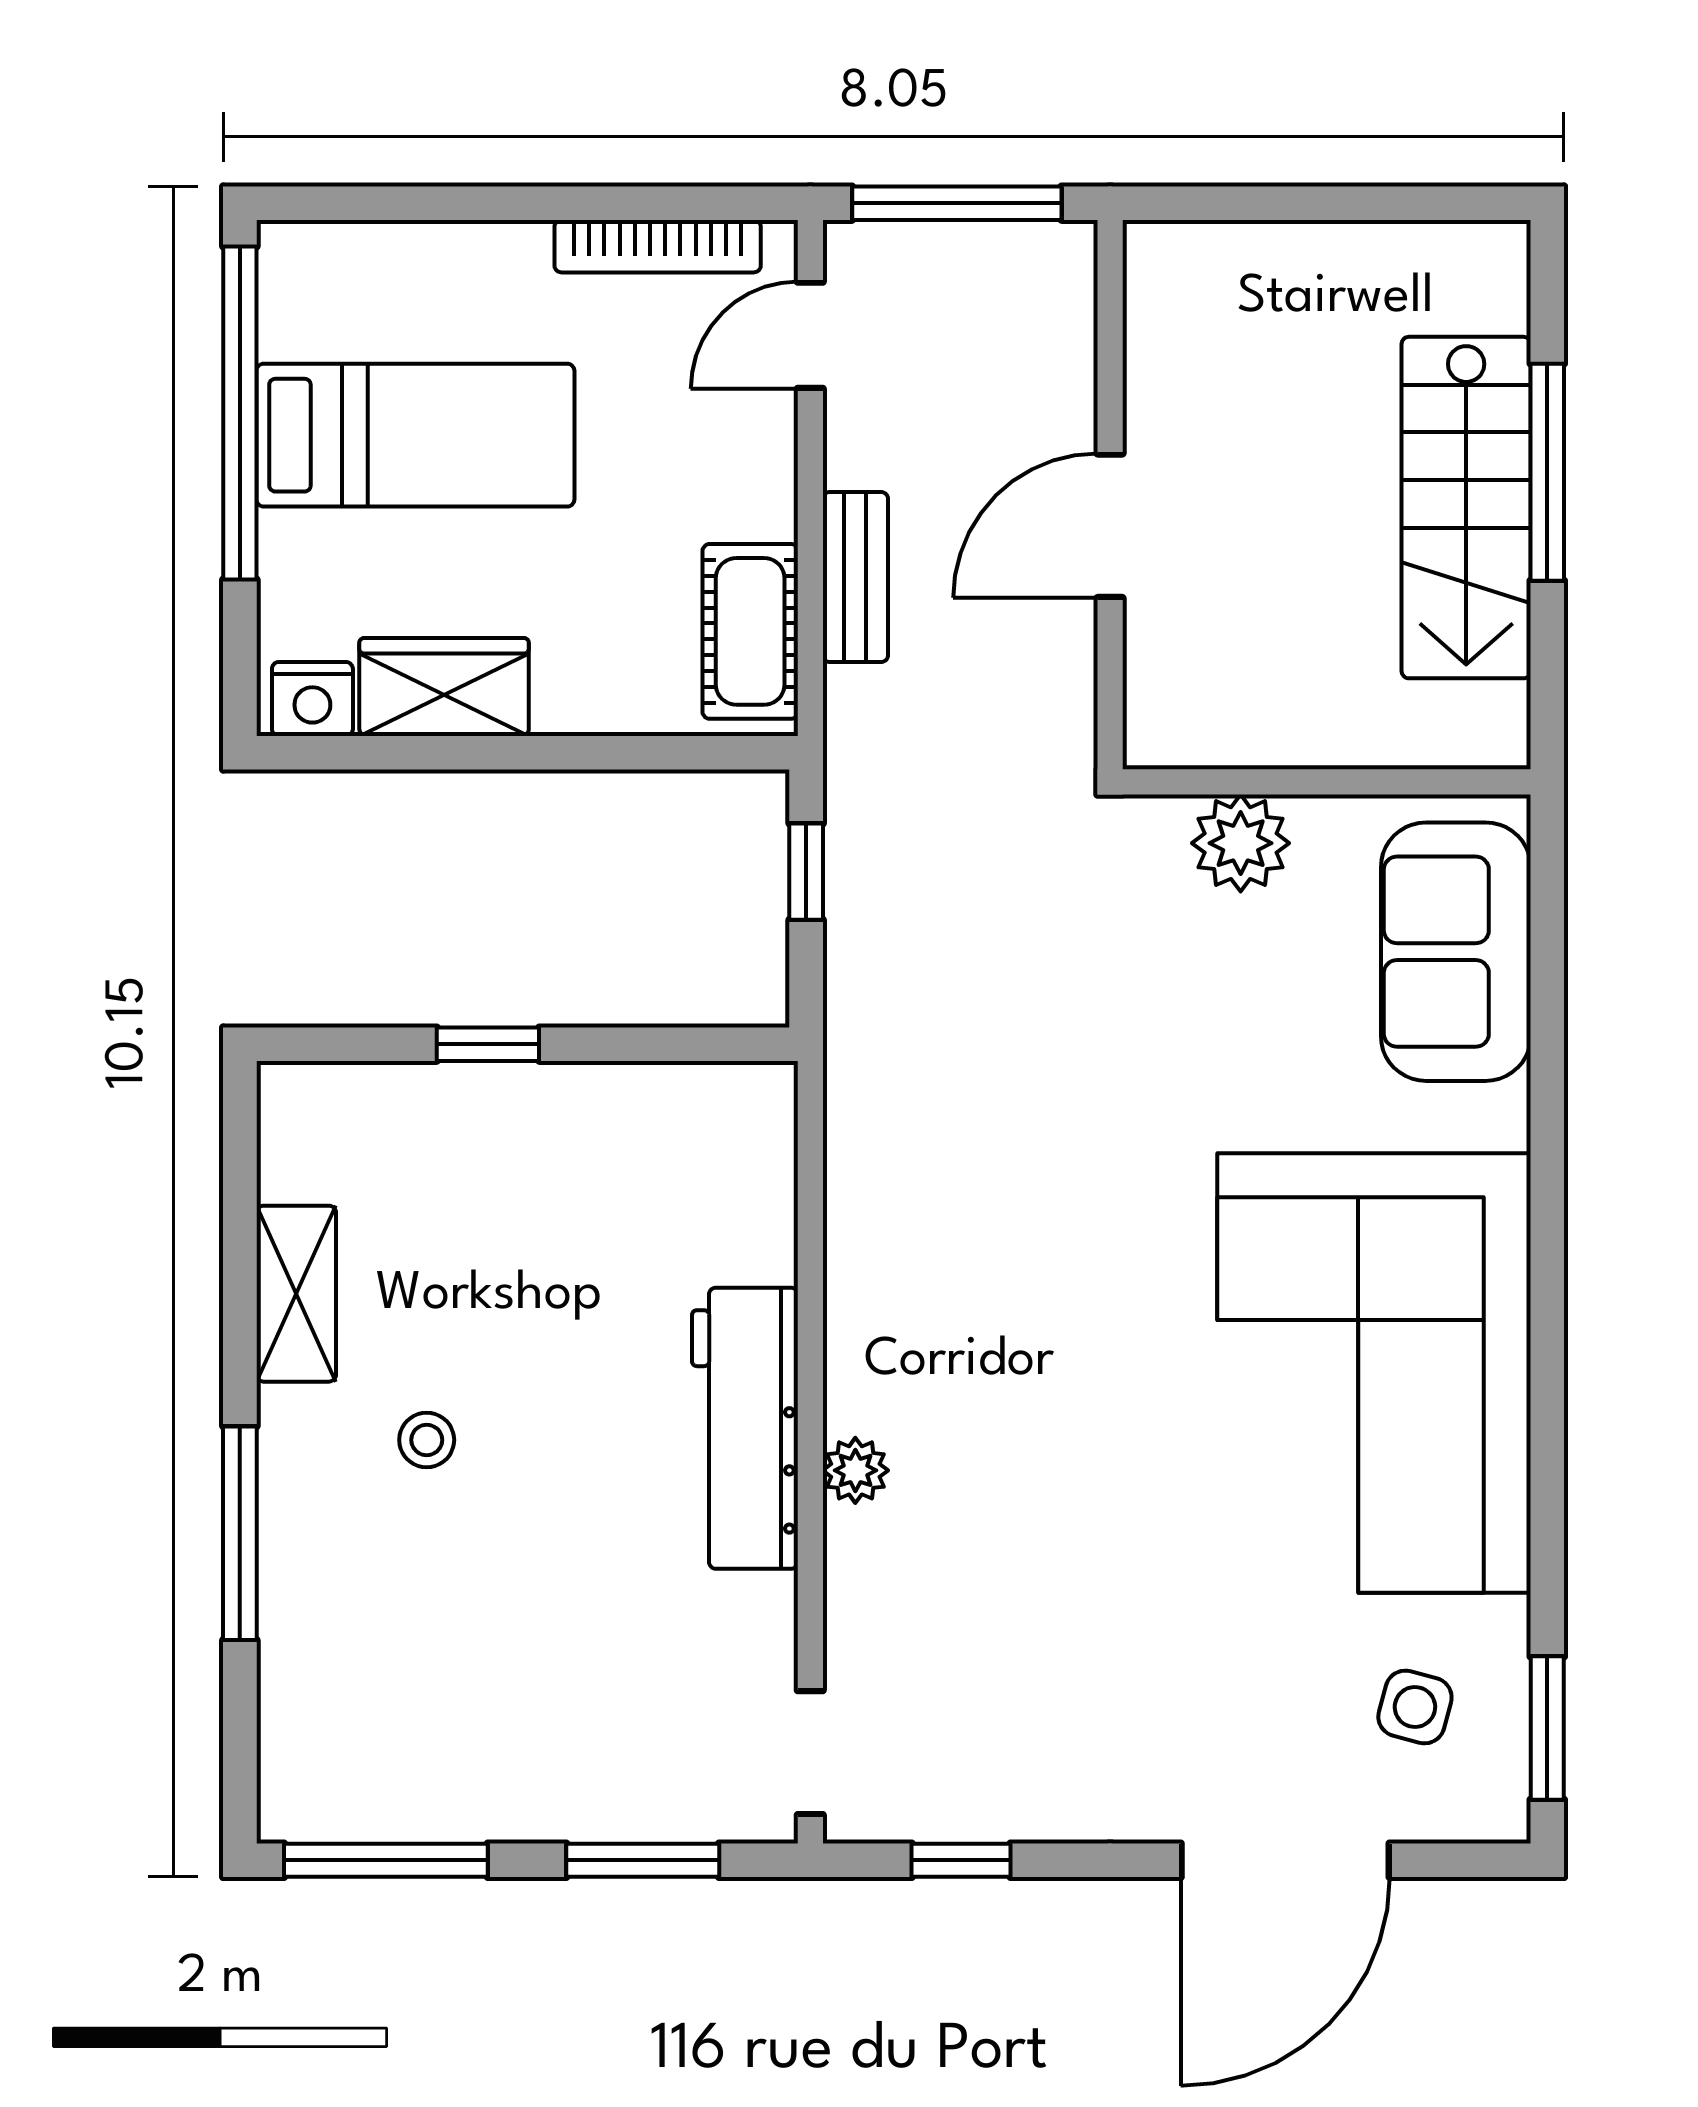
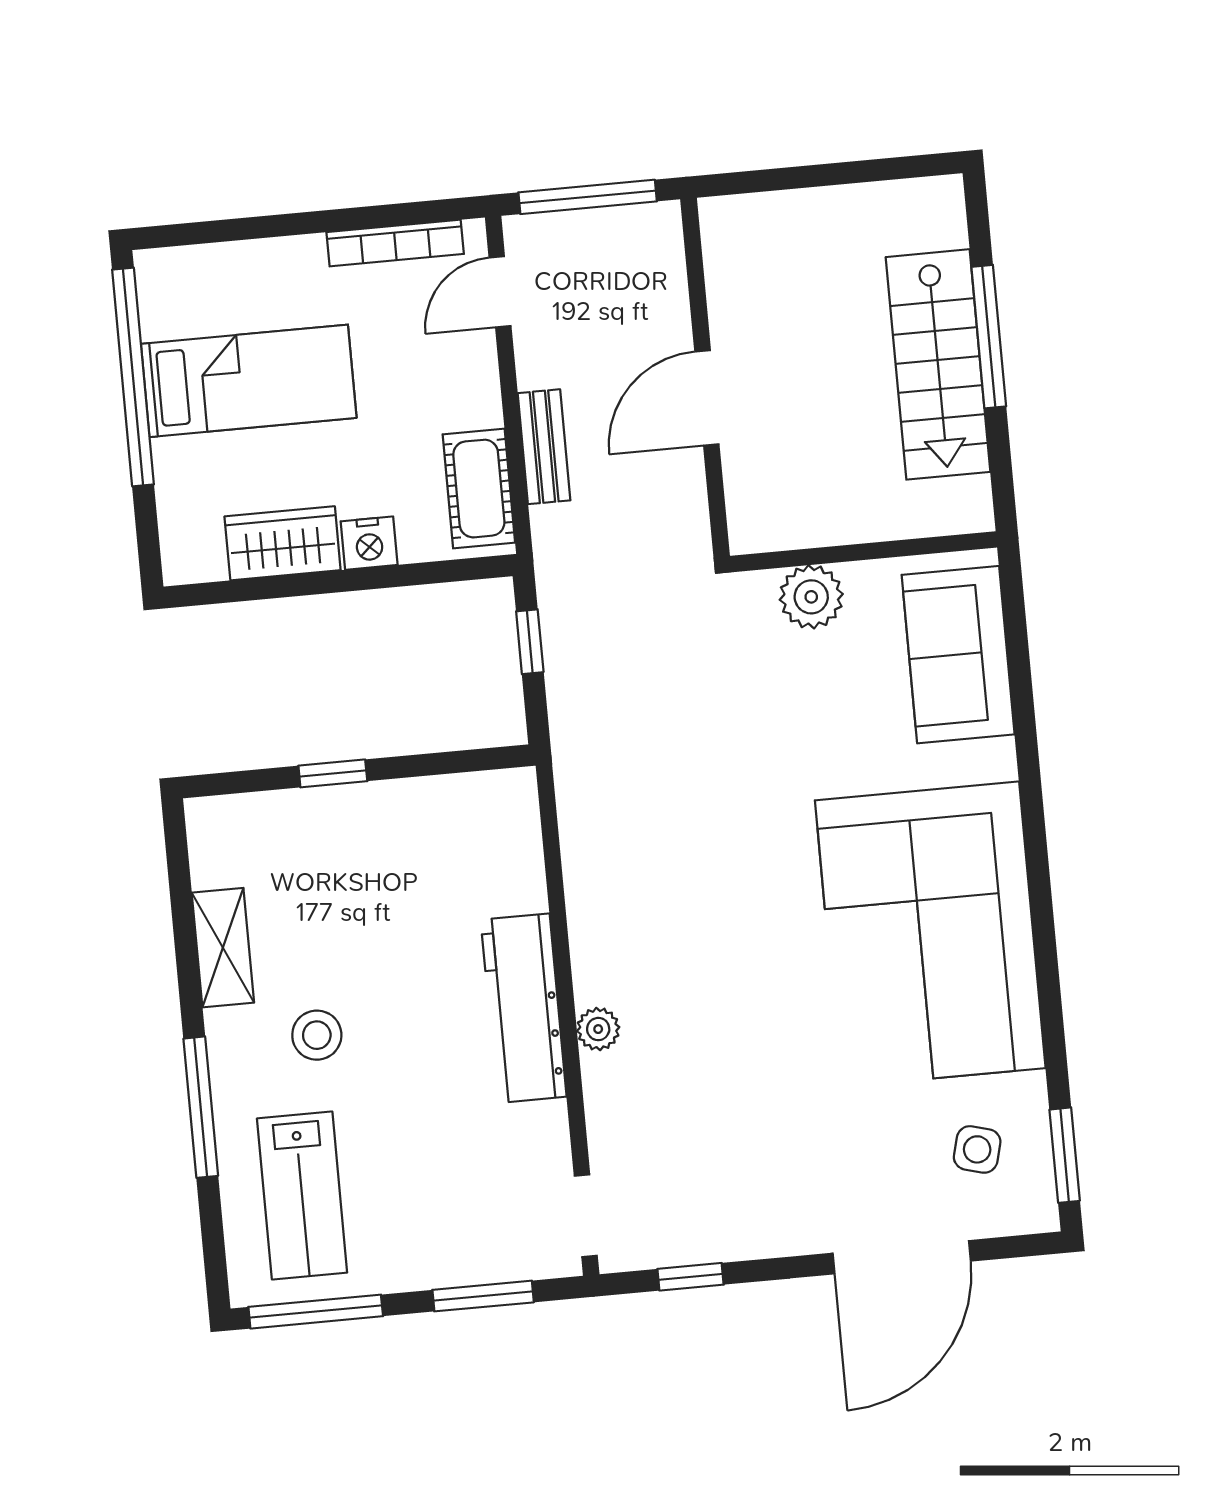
nightstand: (312, 699) -> (369, 543), moved
stool: (427, 1440) -> (317, 1035), width x1.37, depth x1.37
lab bench: (382, 1682) -> (302, 1195), added

